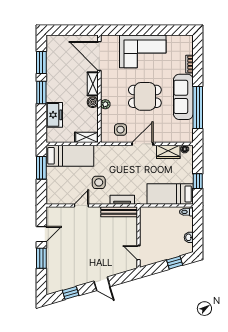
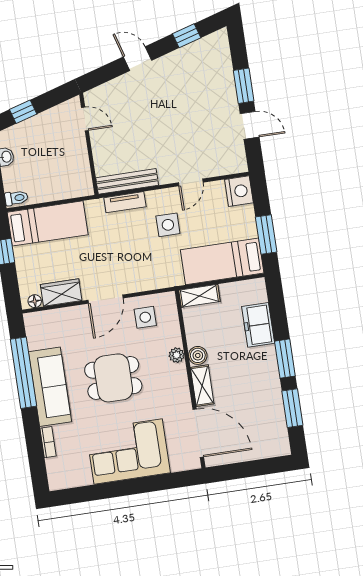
nightstand: (54, 196) -> (239, 191), added
door: (41, 234) -> (250, 125), swing flipped

